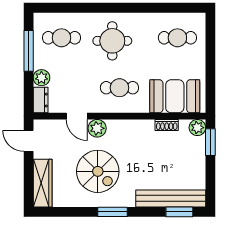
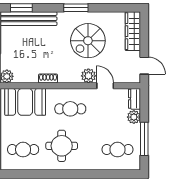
round table: (112, 41) -> (62, 146), moved
shoe rack: (167, 125) -> (48, 79), moved
spiral stairs: (98, 171) -> (88, 41), turned -90

